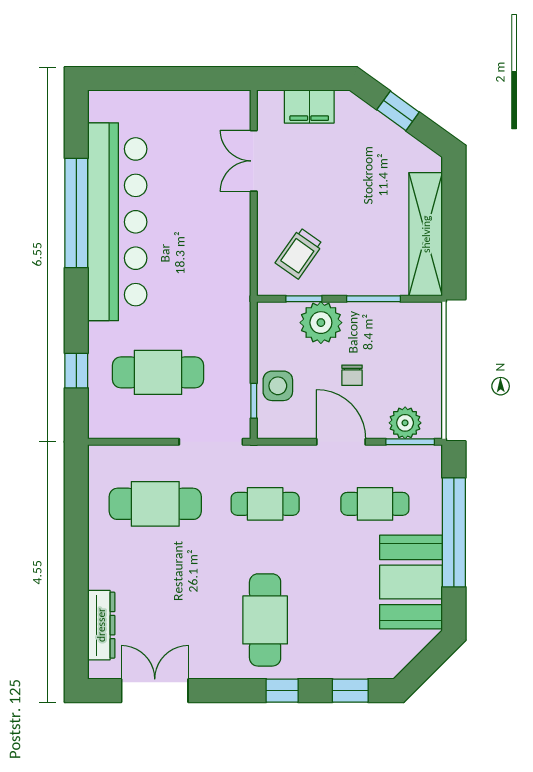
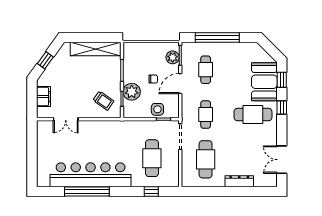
booth: (411, 582) -> (264, 82), moved, turned 90
dresser: (101, 625) -> (239, 181), moved

